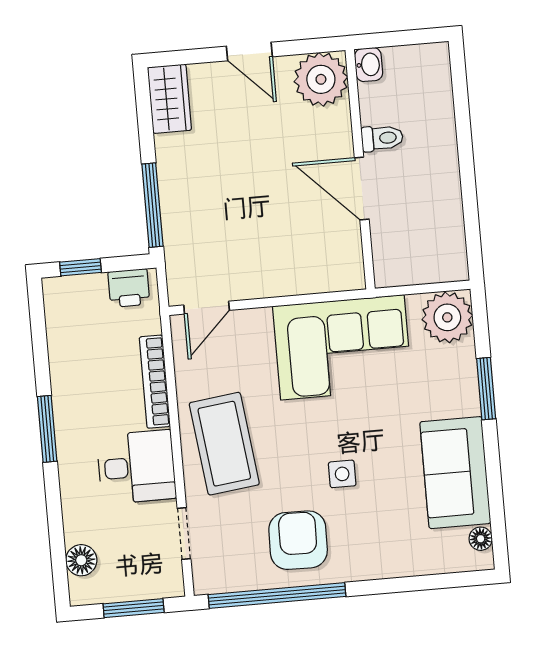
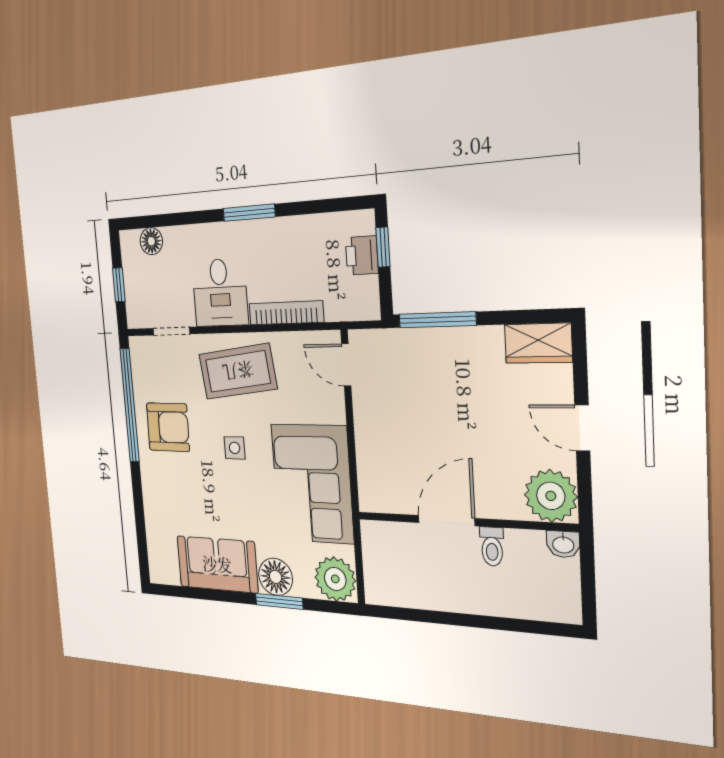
door: (249, 51) -> (582, 428), hinge flipped
printer: (129, 288) -> (362, 255), moved
side table: (342, 474) -> (235, 448), moved
floor lamp: (481, 539) -> (275, 577), moved, width x1.89, depth x1.89
window: (134, 608) -> (119, 285), width x0.67

